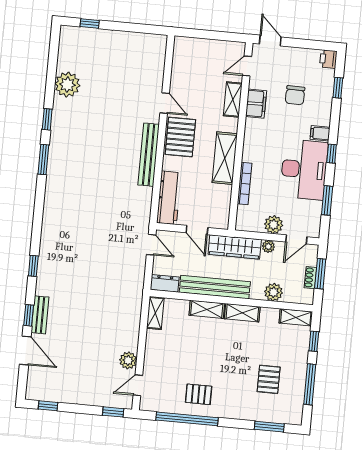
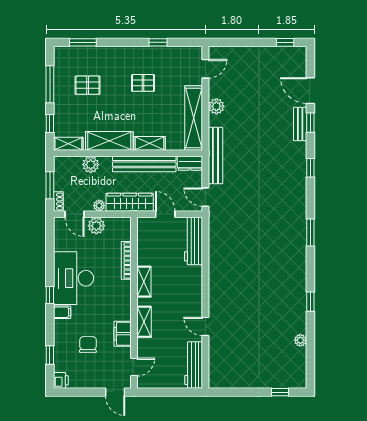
workbench: (181, 62) -> (194, 365), added
plant: (67, 85) -> (300, 340), width x0.53, depth x0.53
shelving: (233, 99) -> (144, 322), moved
pallet: (180, 137) -> (188, 297), removed
bench: (149, 155) -> (215, 156), moved
shelving: (225, 158) -> (144, 282), width x0.67, depth x0.75
window: (43, 160) -> (310, 233), moved
window: (327, 200) -> (50, 252), removed
door: (296, 239) -> (75, 214), swing flipped
shoe rack: (310, 278) -> (58, 201), moved
shelving: (155, 313) -> (194, 118), width x2.20, depth x1.33
shelving: (242, 313) -> (109, 141), width x1.50, depth x1.33
plant: (128, 360) -> (216, 106), moved
pallet: (269, 379) -> (88, 85), turned 90
pallet: (199, 394) -> (143, 83), moved
window: (113, 412) -> (226, 42), removed
window: (187, 419) -> (158, 42), width x0.32

